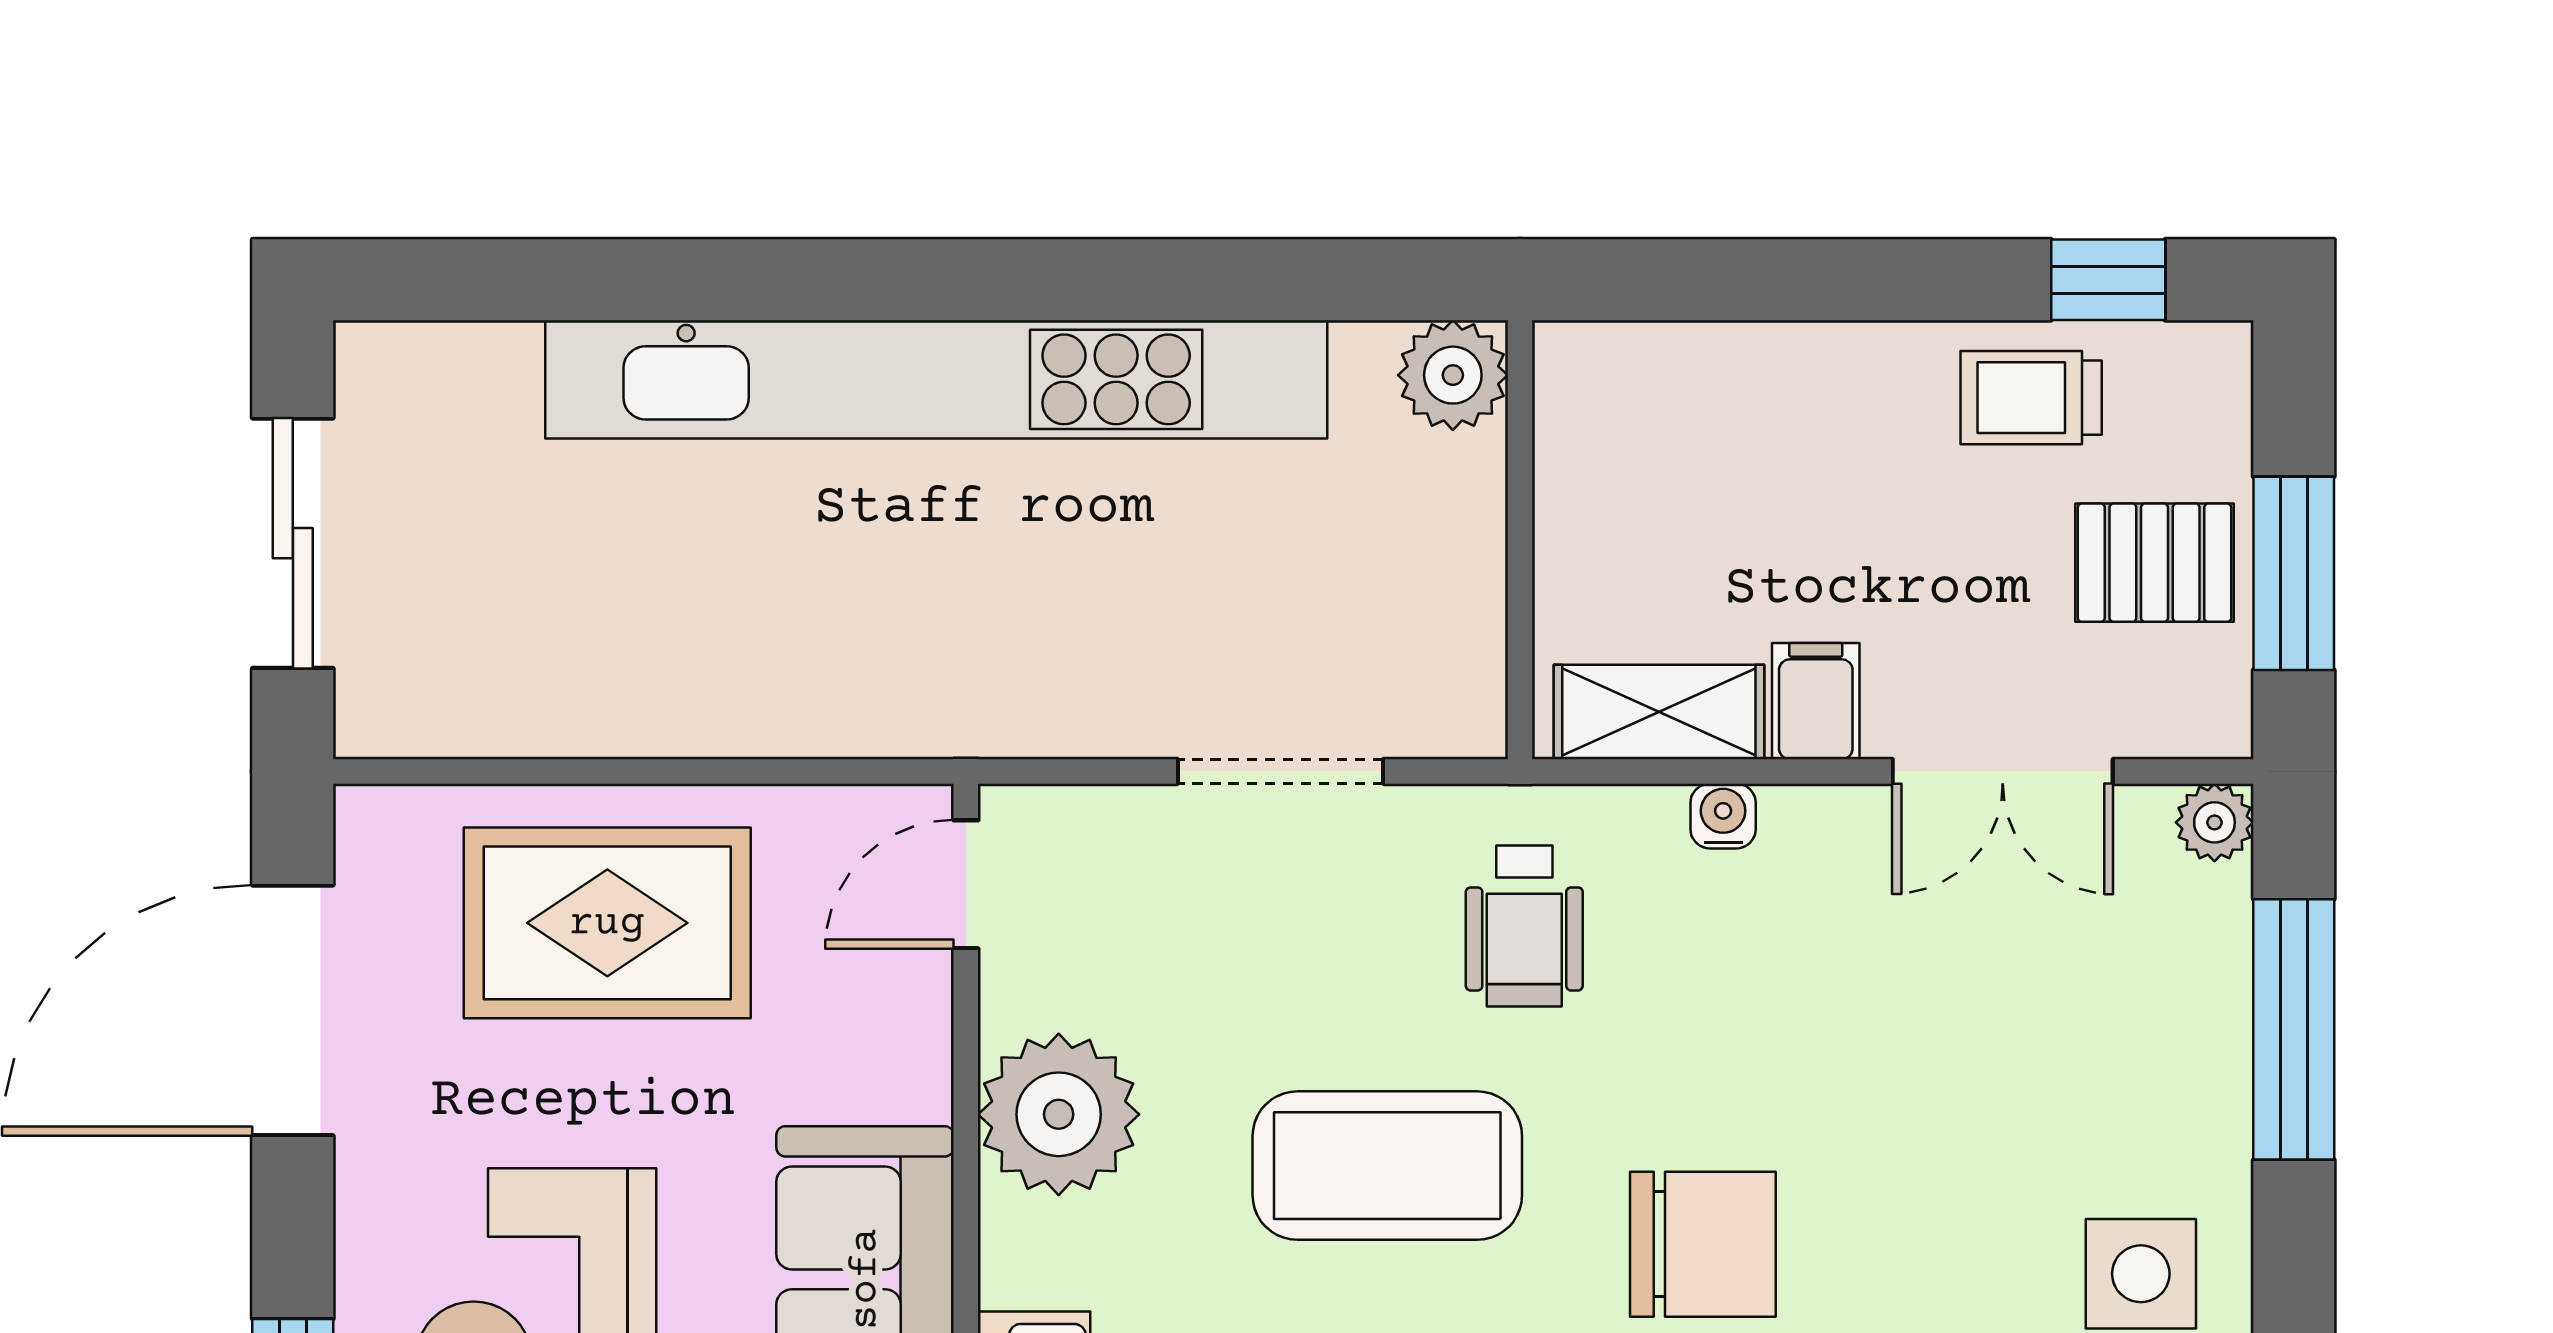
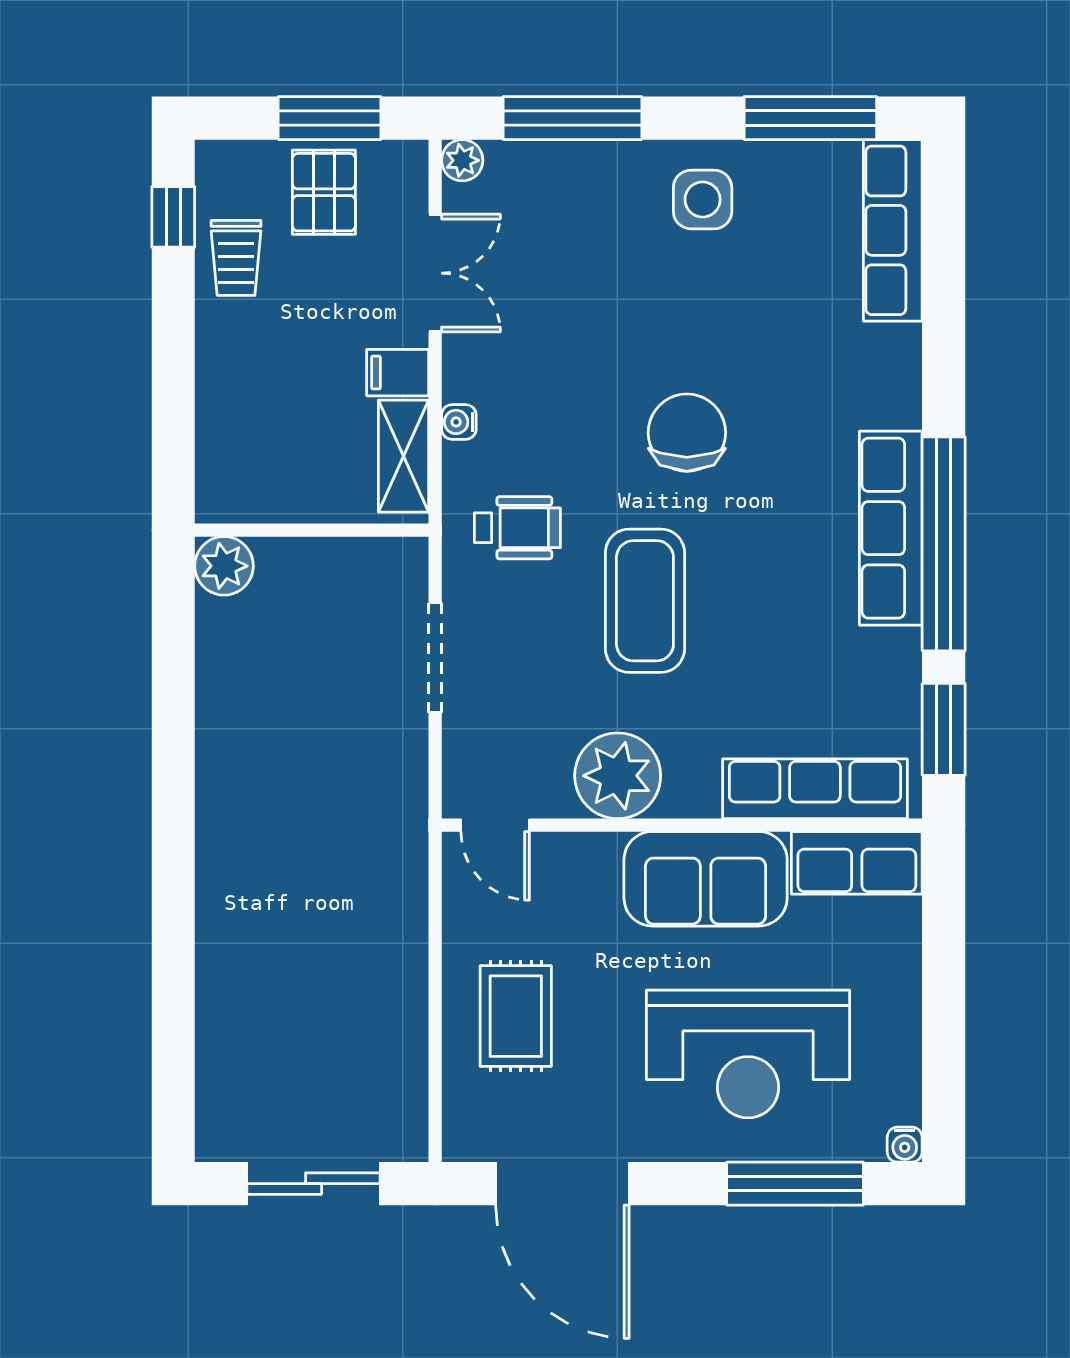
kitchen unit: (936, 379) -> (226, 841), removed
rug: (607, 923) -> (516, 1016), width x0.73, depth x0.70

